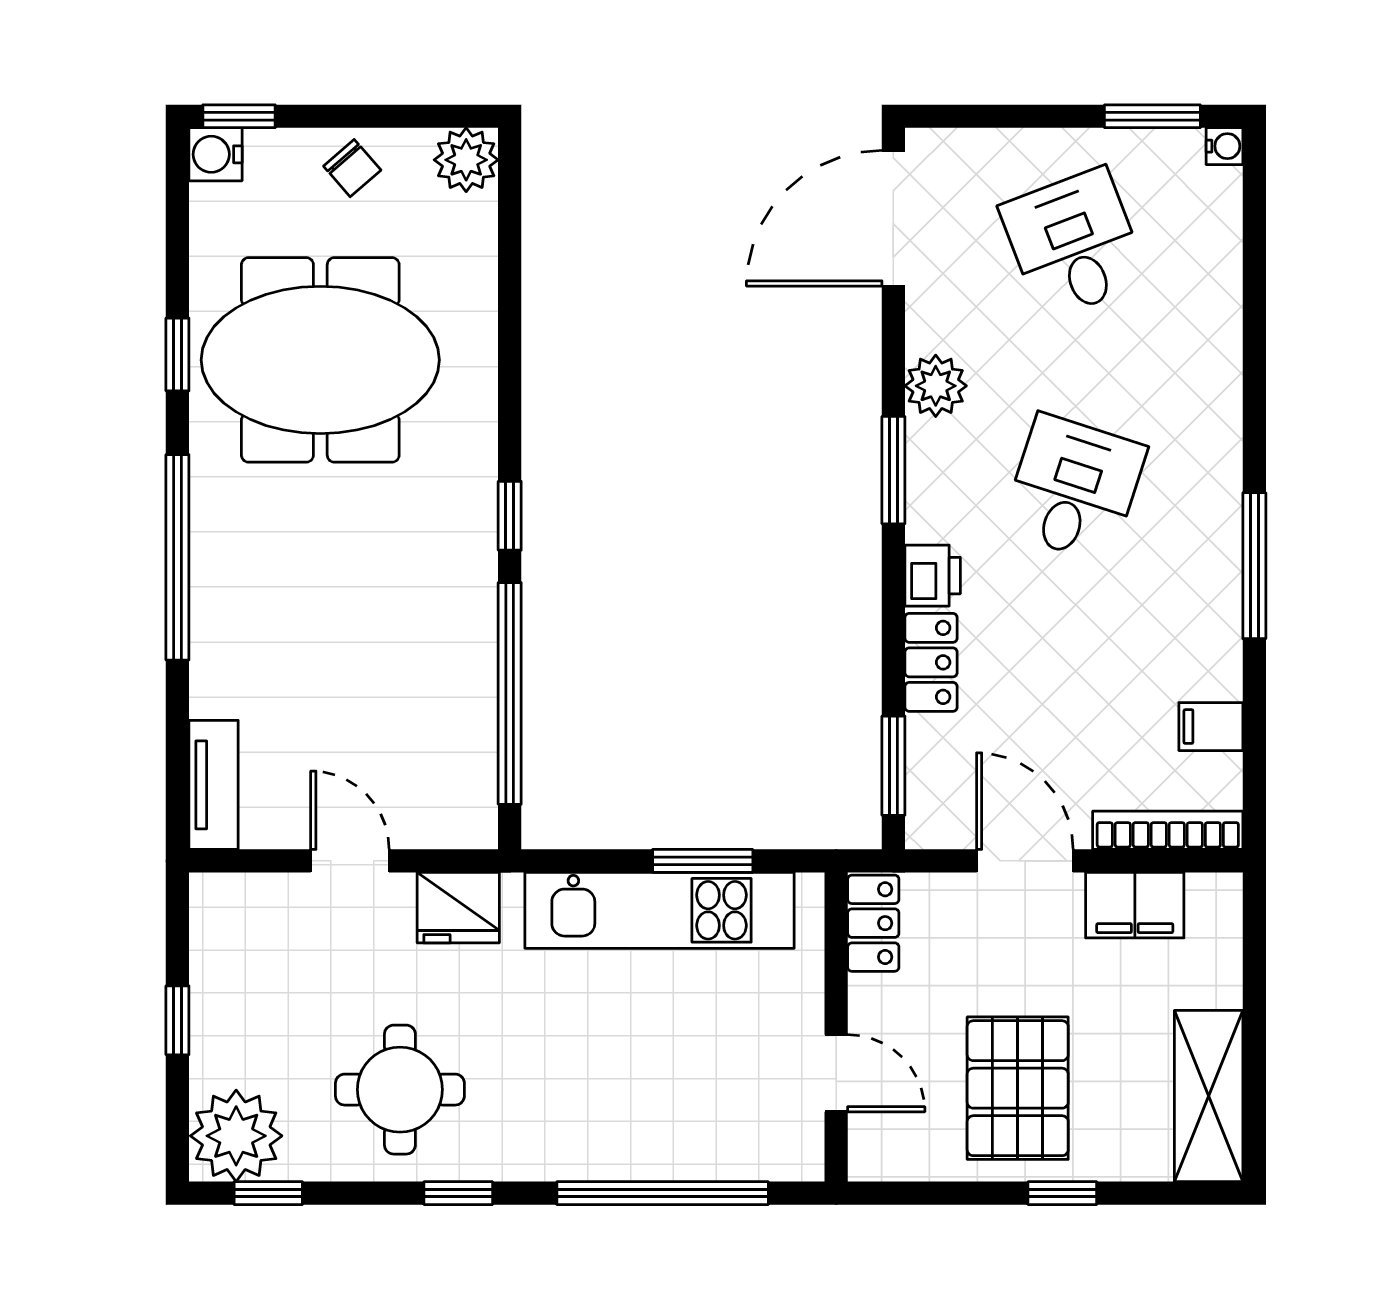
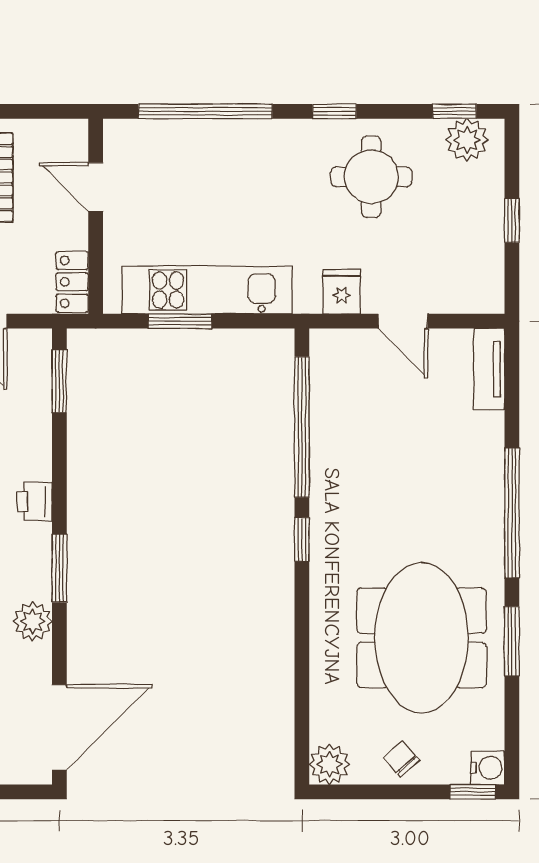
window: (177, 355) -> (512, 641), width x1.50
meeting table: (320, 360) -> (422, 638), turned 90
locker: (931, 662) -> (36, 447), removed
fridge: (458, 908) -> (342, 292), width x0.72
plant: (236, 1136) -> (467, 140), width x0.73, depth x0.73

